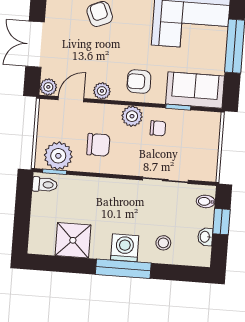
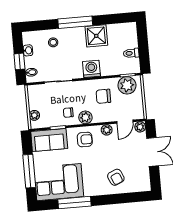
plant: (212, 133) -> (34, 115), added
toilet: (45, 185) -> (131, 53), moved
shower: (73, 240) -> (96, 36), moved
washing machine: (125, 248) -> (91, 69), moved, turned 180

